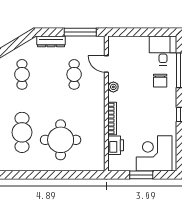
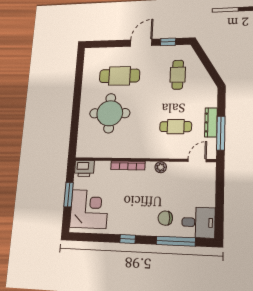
dresser: (51, 41) -> (211, 122), moved
door: (106, 64) -> (197, 161), moved
cafe table: (22, 74) -> (178, 75), turned 90
printer: (116, 145) -> (84, 168), moved

